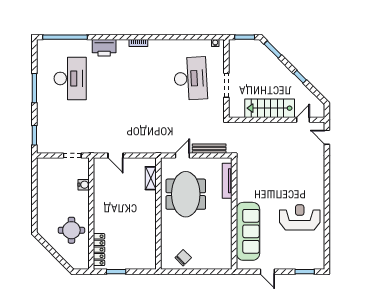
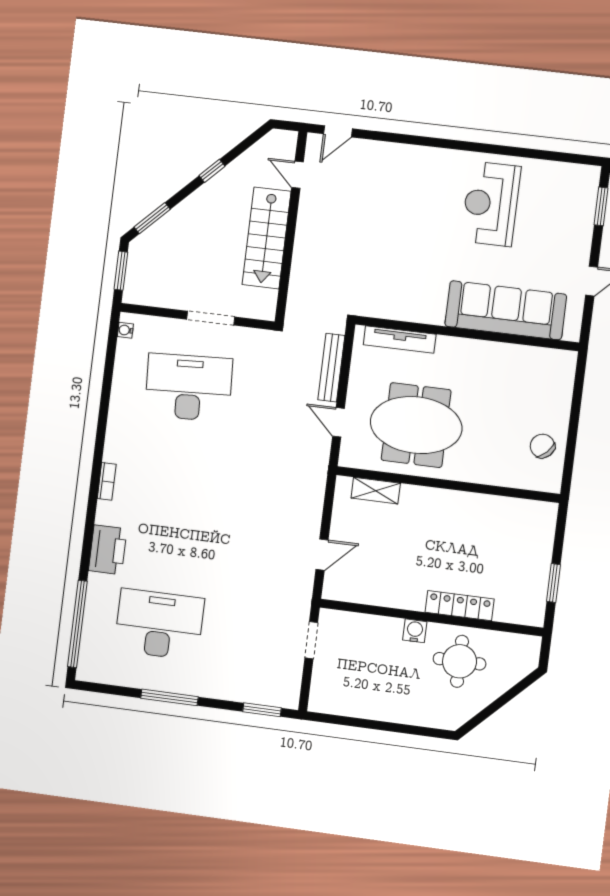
water cooler: (84, 185) -> (415, 631), moved
locker: (99, 250) -> (460, 606), moved

